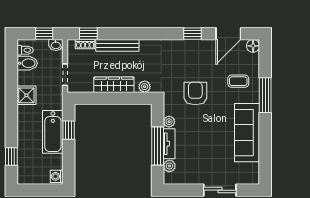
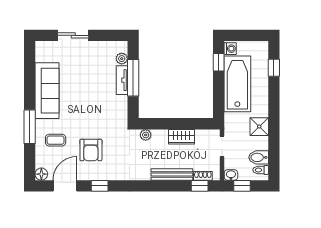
wardrobe: (114, 85) -> (182, 137), width x0.67
armchair: (195, 93) -> (91, 150), moved
plant: (169, 122) -> (122, 101), removed
window: (69, 130) -> (219, 62), moved
bathtub: (53, 132) -> (237, 84), width x1.36, depth x1.36

